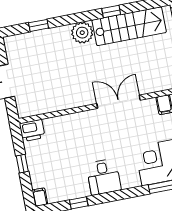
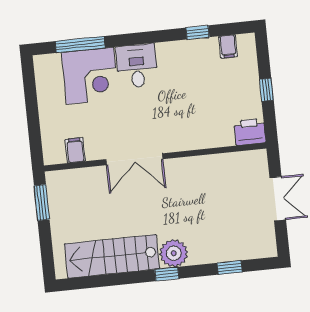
window: (111, 11) -> (167, 274), moved
desk: (104, 177) -> (137, 66), moved
filing cabinet: (40, 197) -> (228, 46), moved

